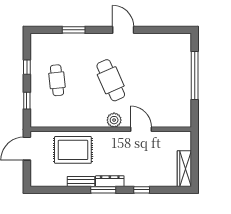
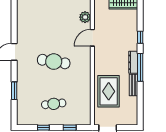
cafe table: (111, 80) -> (54, 62), turned 33
plant: (114, 120) -> (85, 17), moved
window: (103, 190) -> (140, 67), width x1.44

